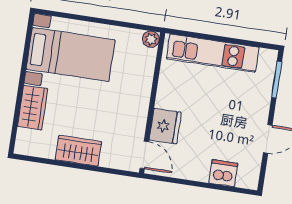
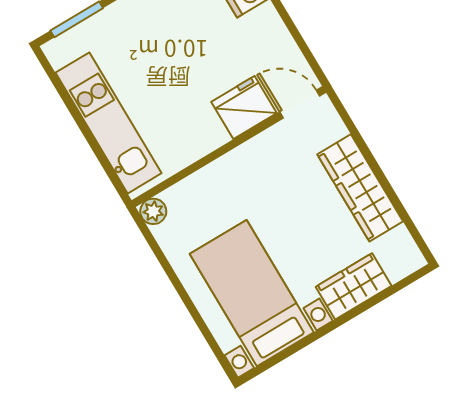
wardrobe: (78, 151) -> (360, 188), width x1.50
door: (144, 155) -> (300, 104), hinge flipped

